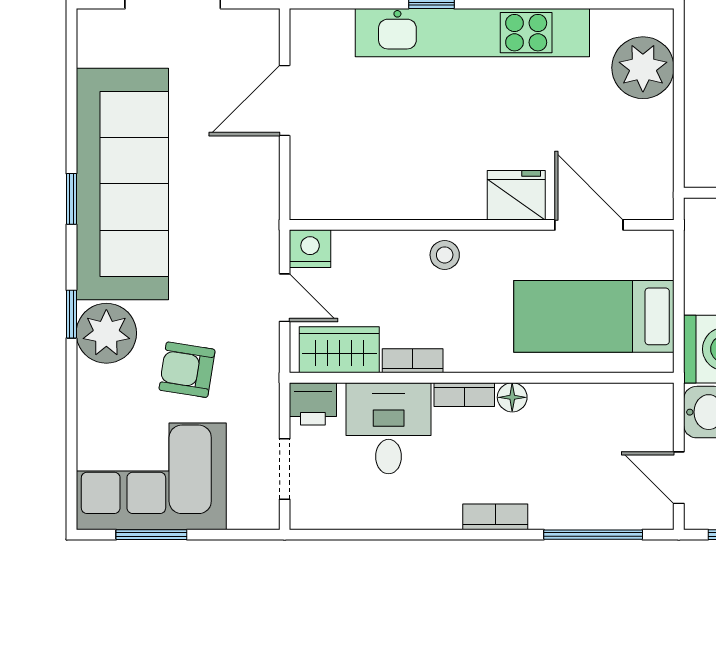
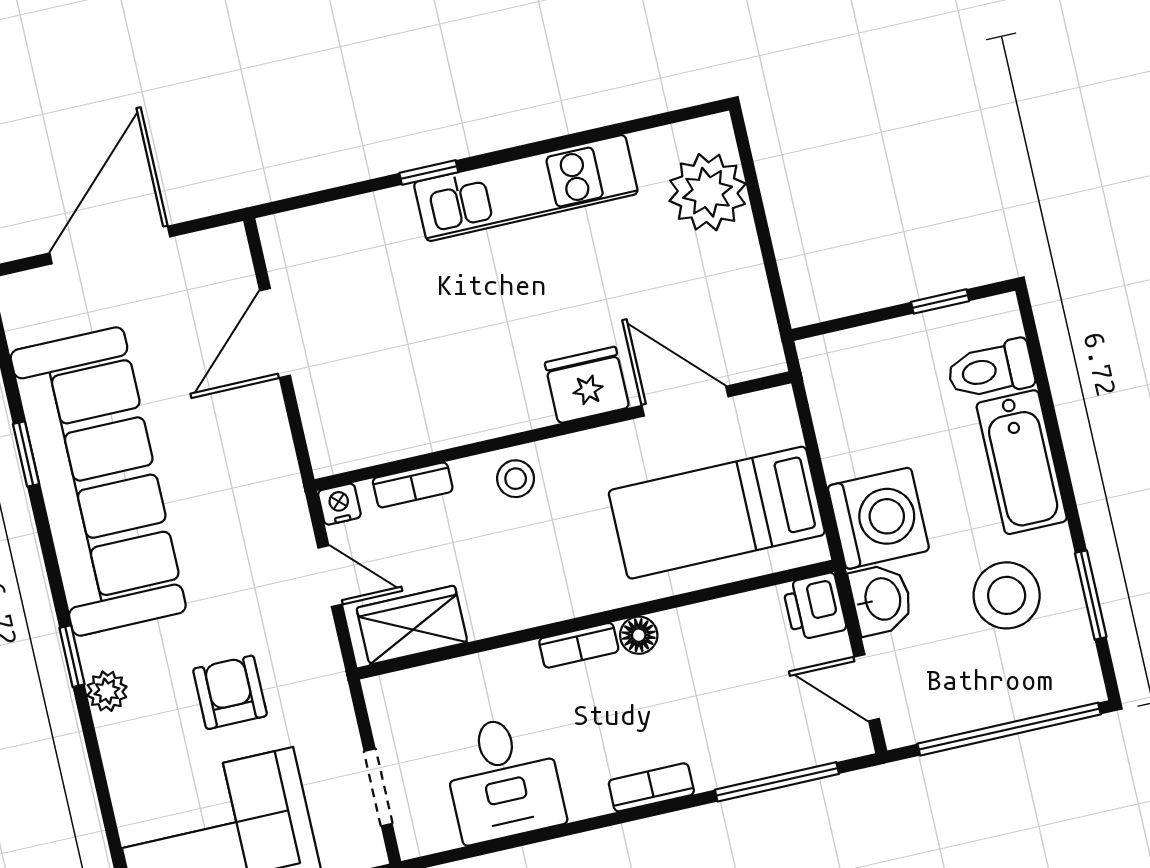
kitchen unit: (472, 33) -> (526, 188), width x0.73
window: (71, 199) -> (26, 454), moved
nightstand: (310, 249) -> (339, 504), width x0.72, depth x0.74
plant: (106, 333) -> (107, 691), width x0.53, depth x0.53
bookcase: (413, 361) -> (413, 485), moved, turned 180
armchair: (187, 370) -> (230, 692), turned 81
printer: (313, 404) -> (814, 607), moved, turned 90
desk: (389, 428) -> (503, 778), moved, turned 180

